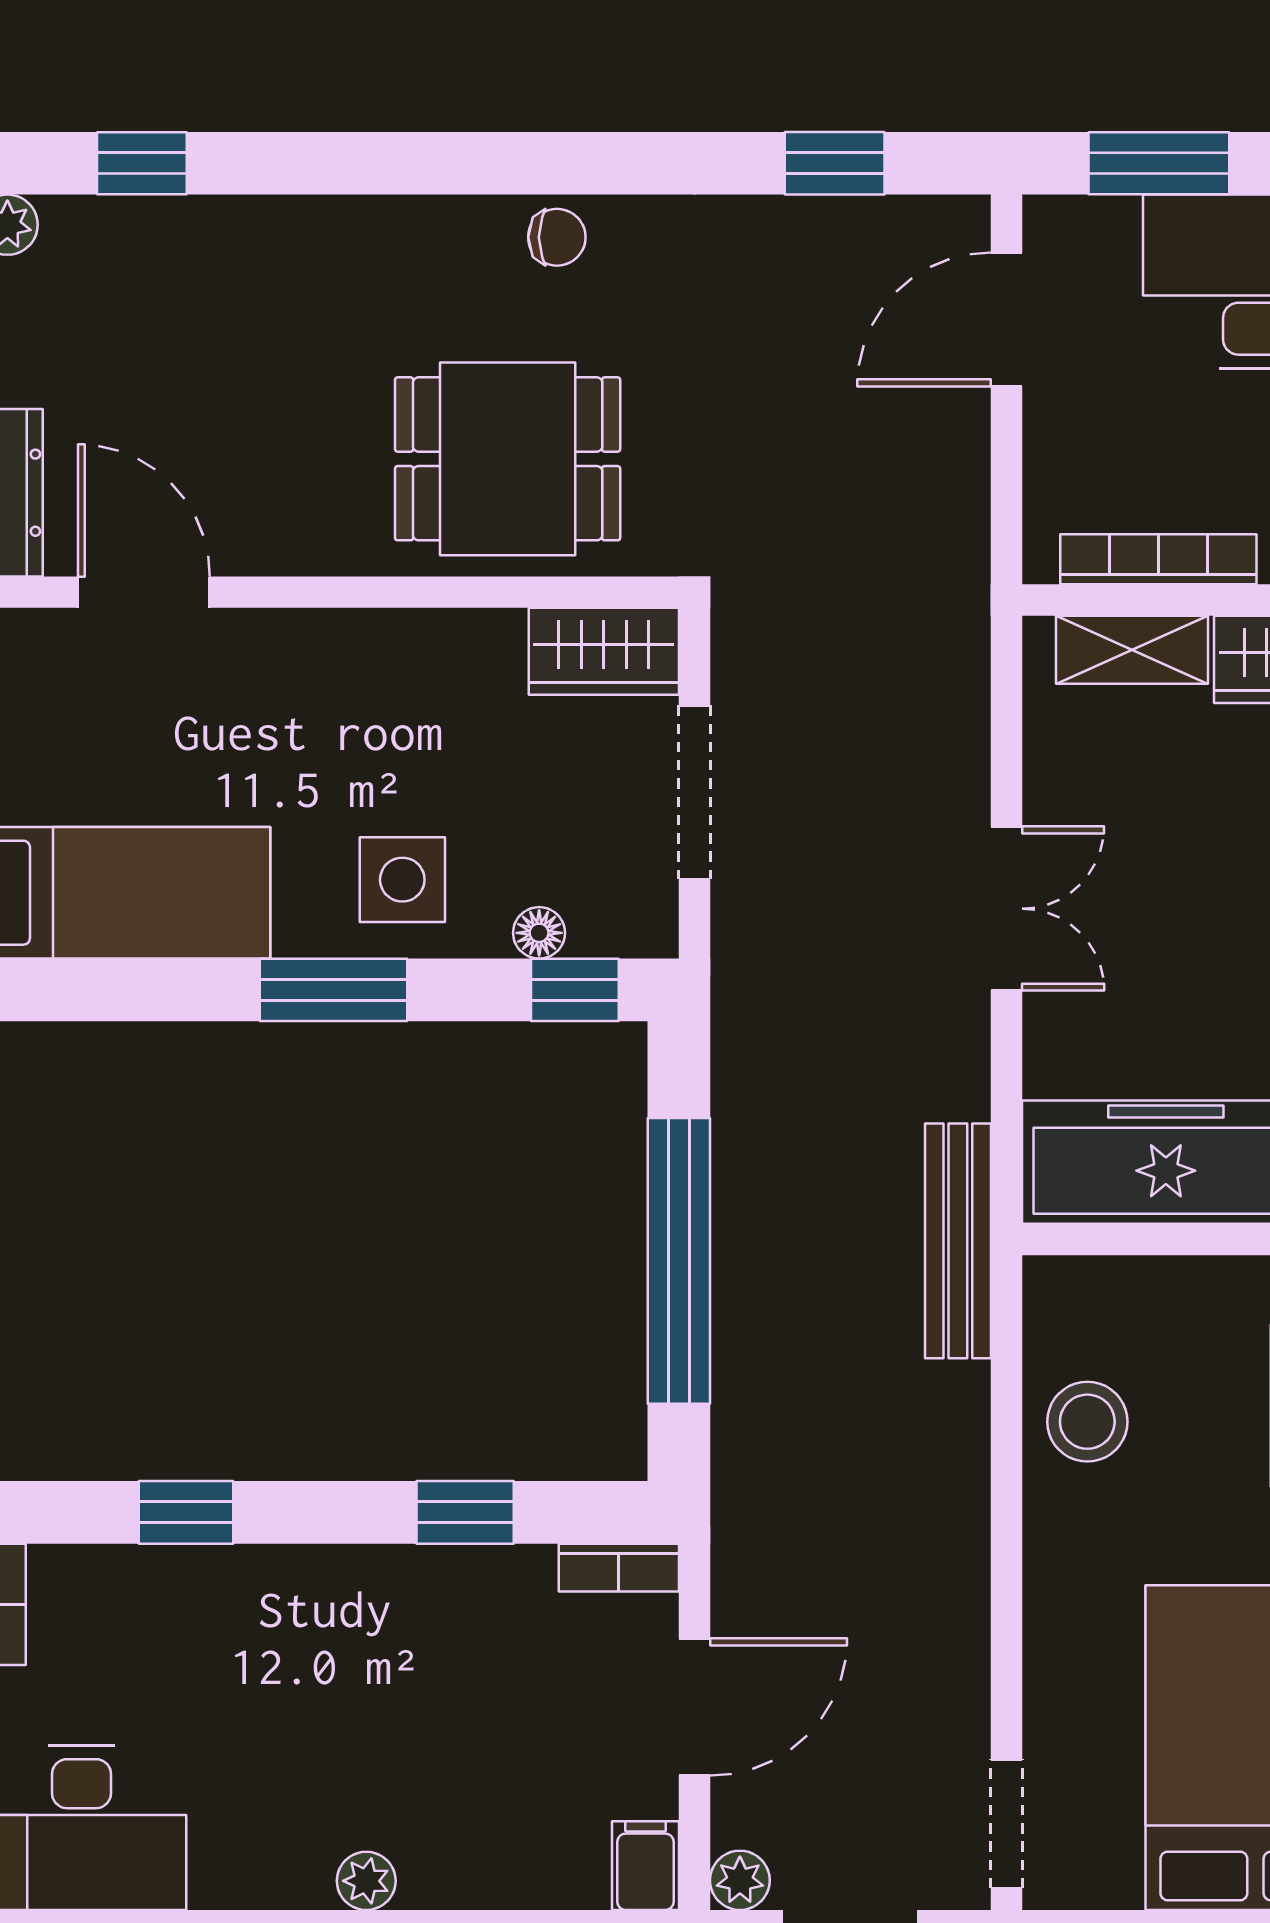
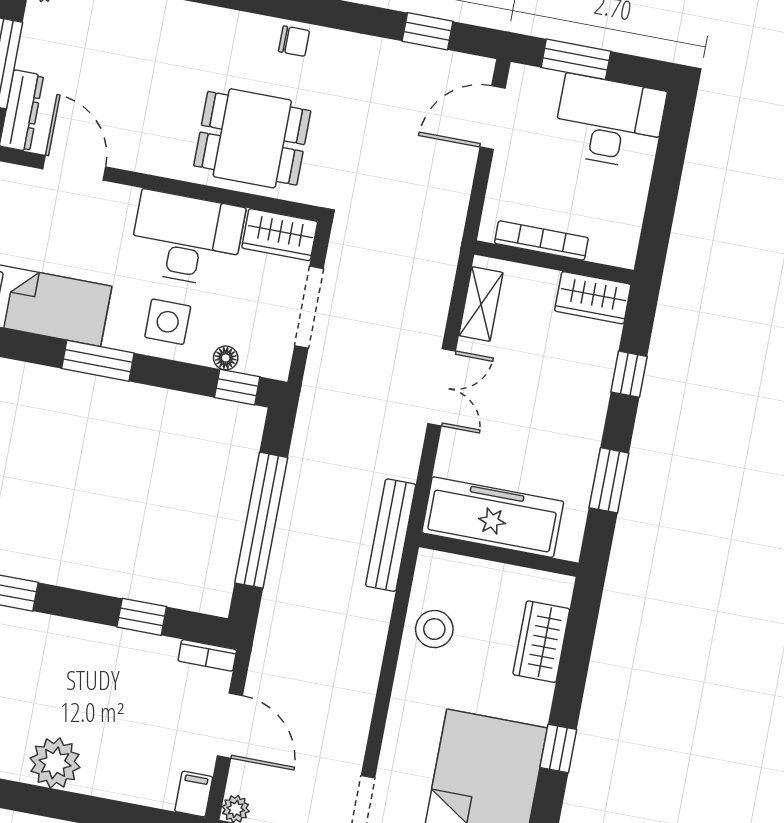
shelving: (1132, 650) -> (481, 304), moved, turned 90
desk: (409, 697) -> (187, 239), added
window: (334, 990) -> (98, 361), moved
door: (694, 1707) -> (230, 726), hinge flipped
plant: (366, 1881) -> (55, 763), width x1.87, depth x1.87

